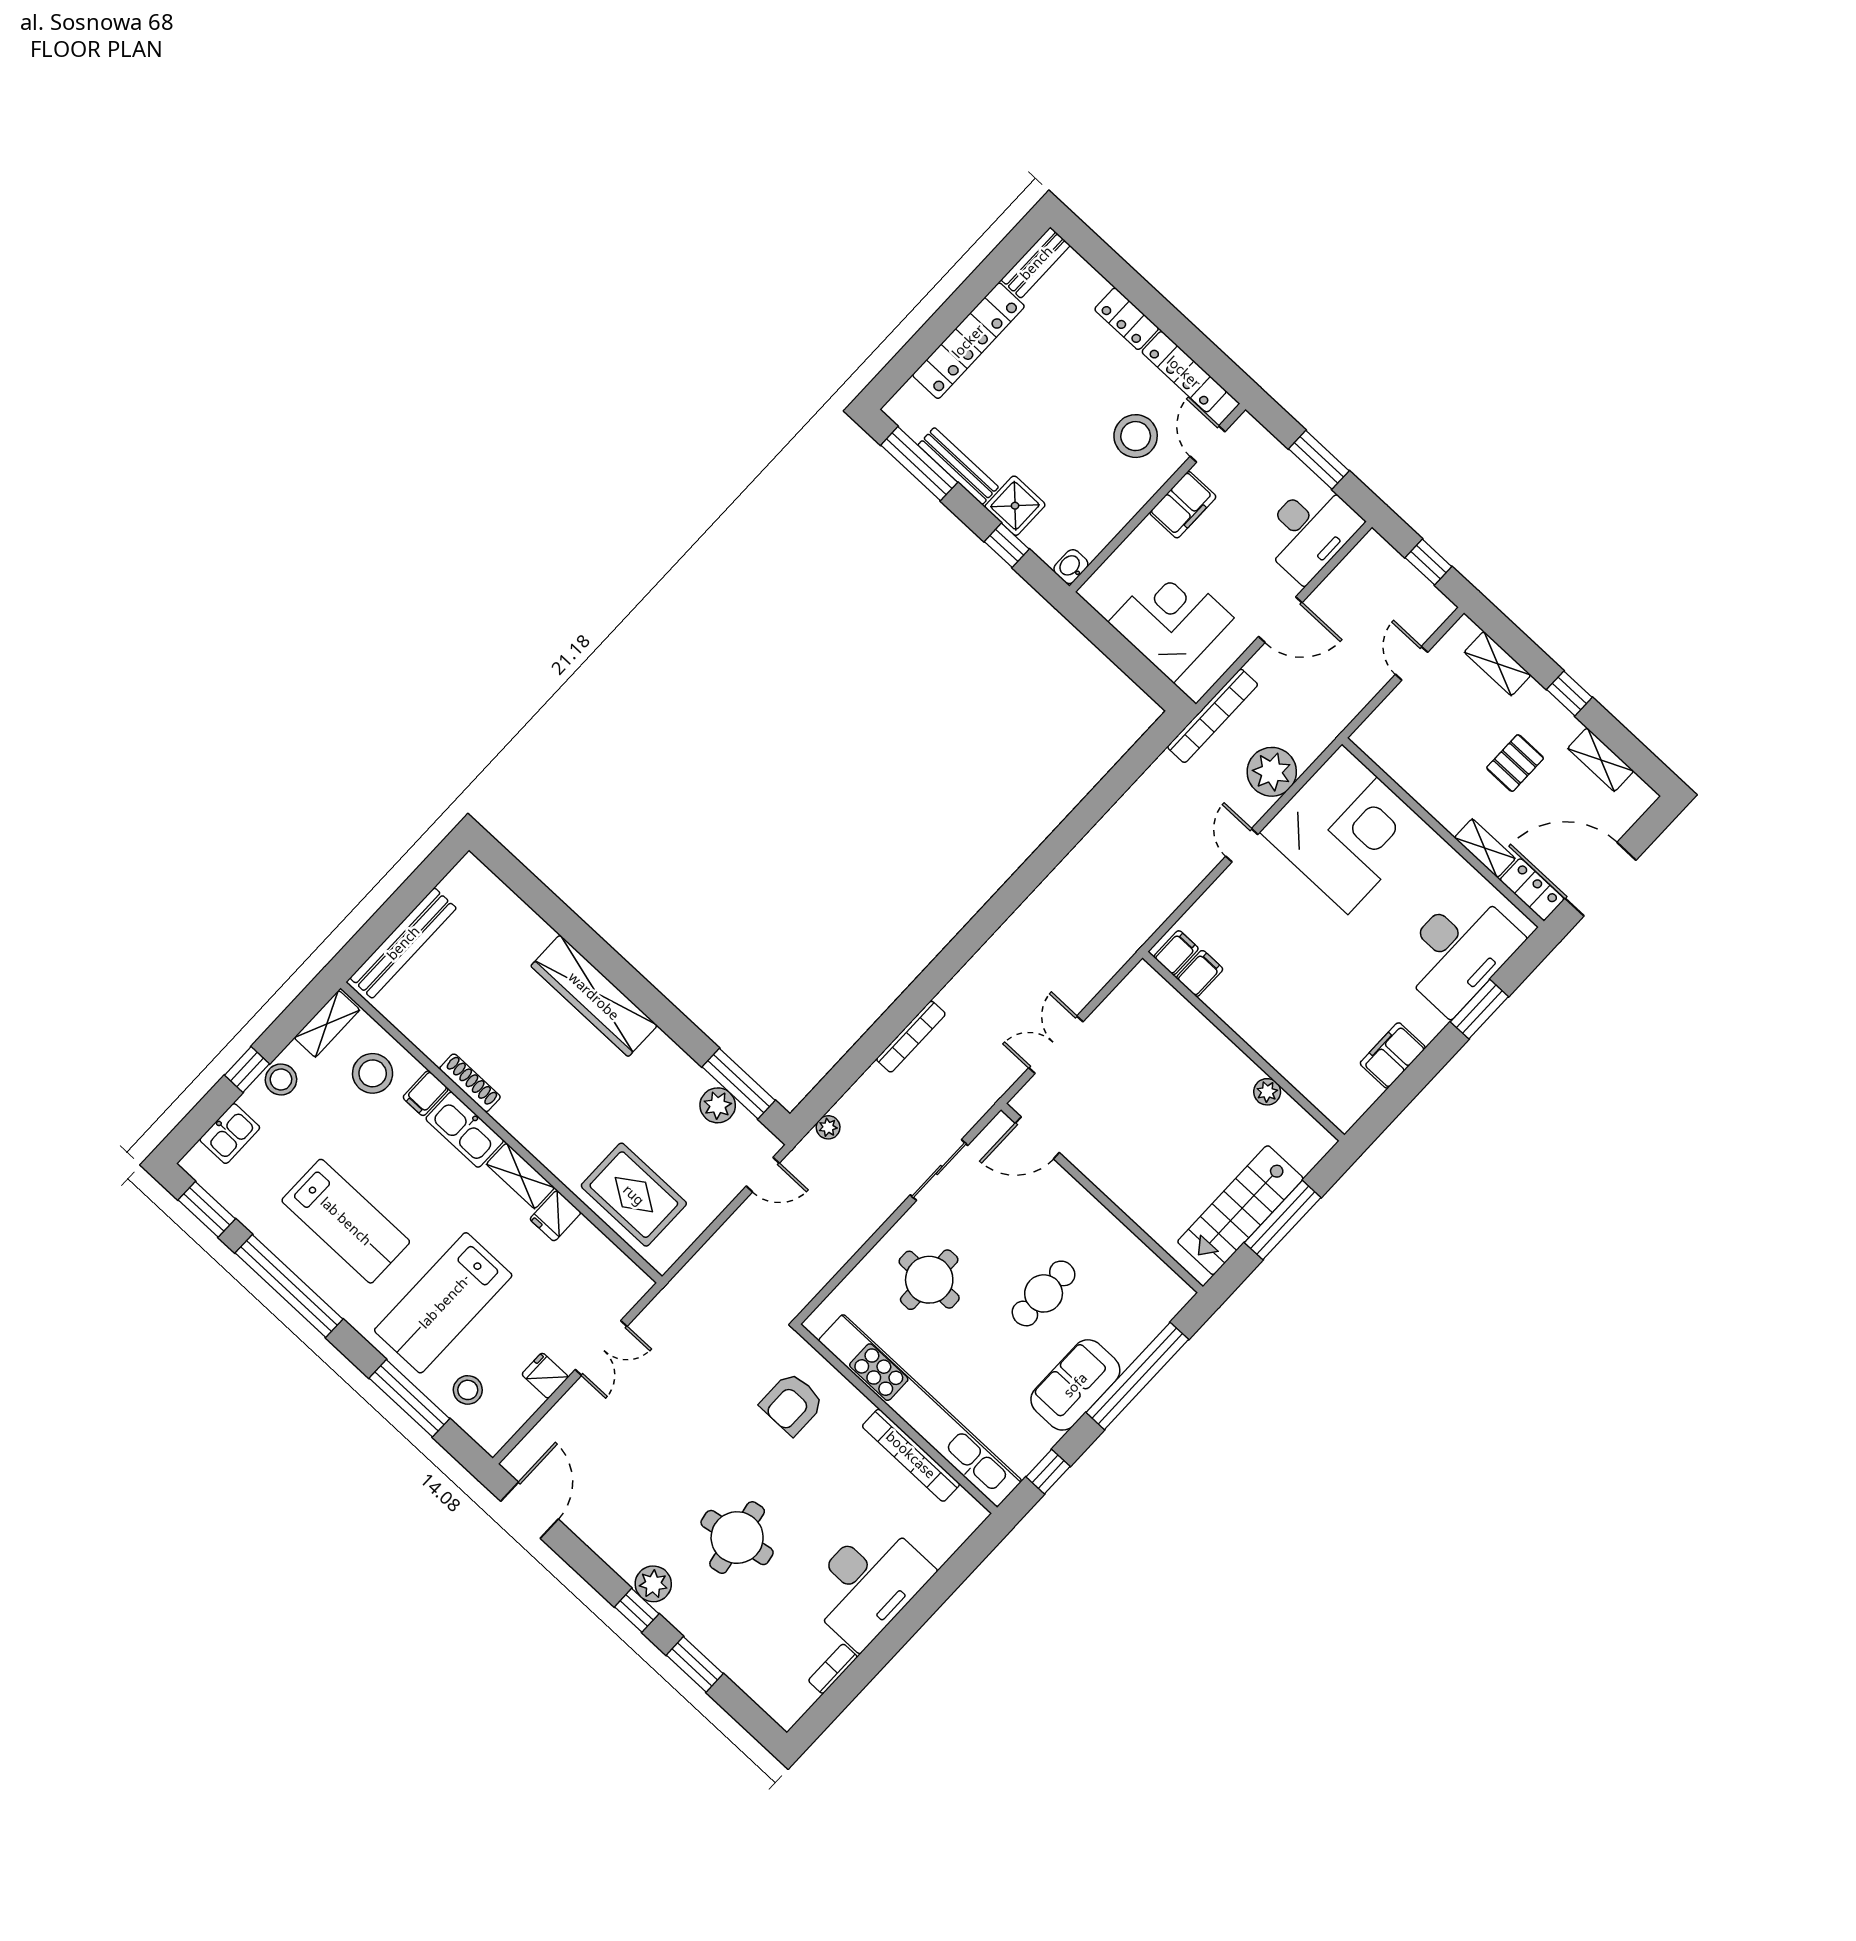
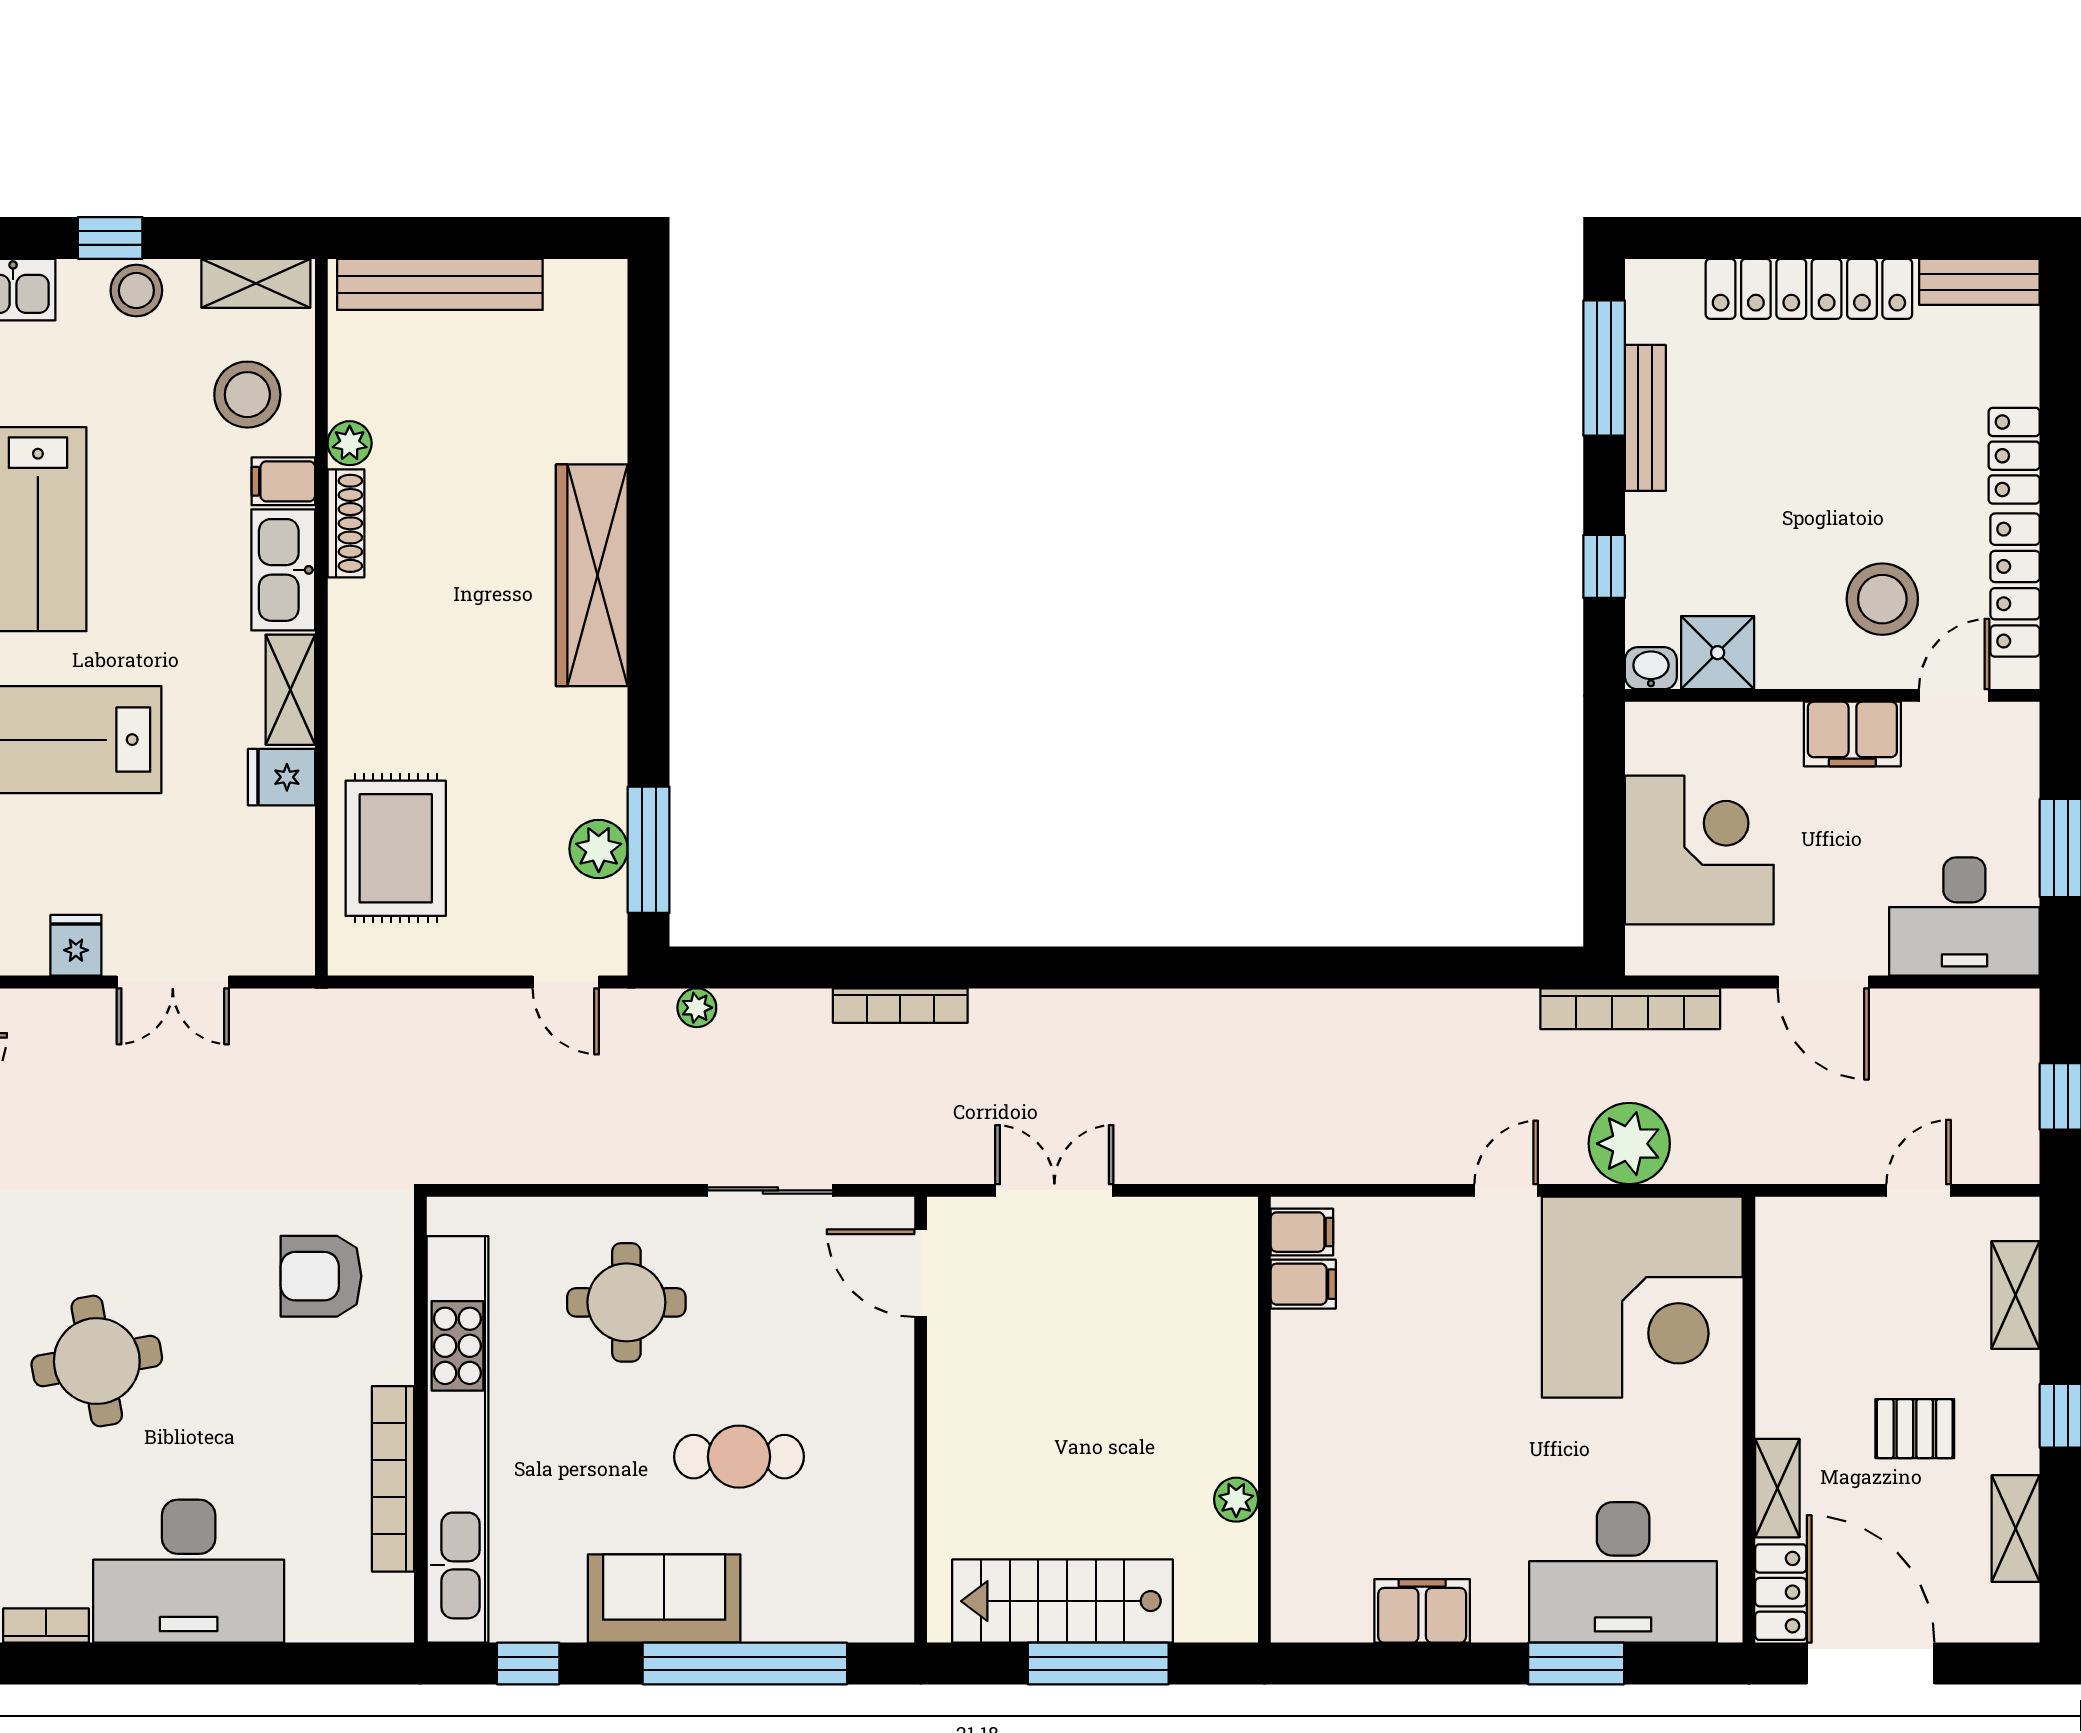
shower: (1015, 506) -> (1718, 653), moved
plant: (436, 1048) -> (350, 443), added

